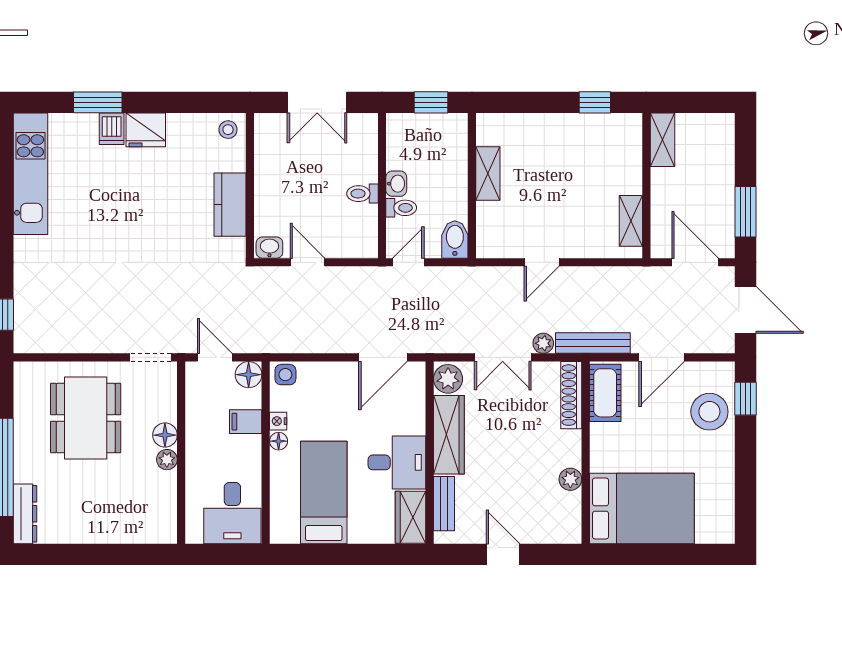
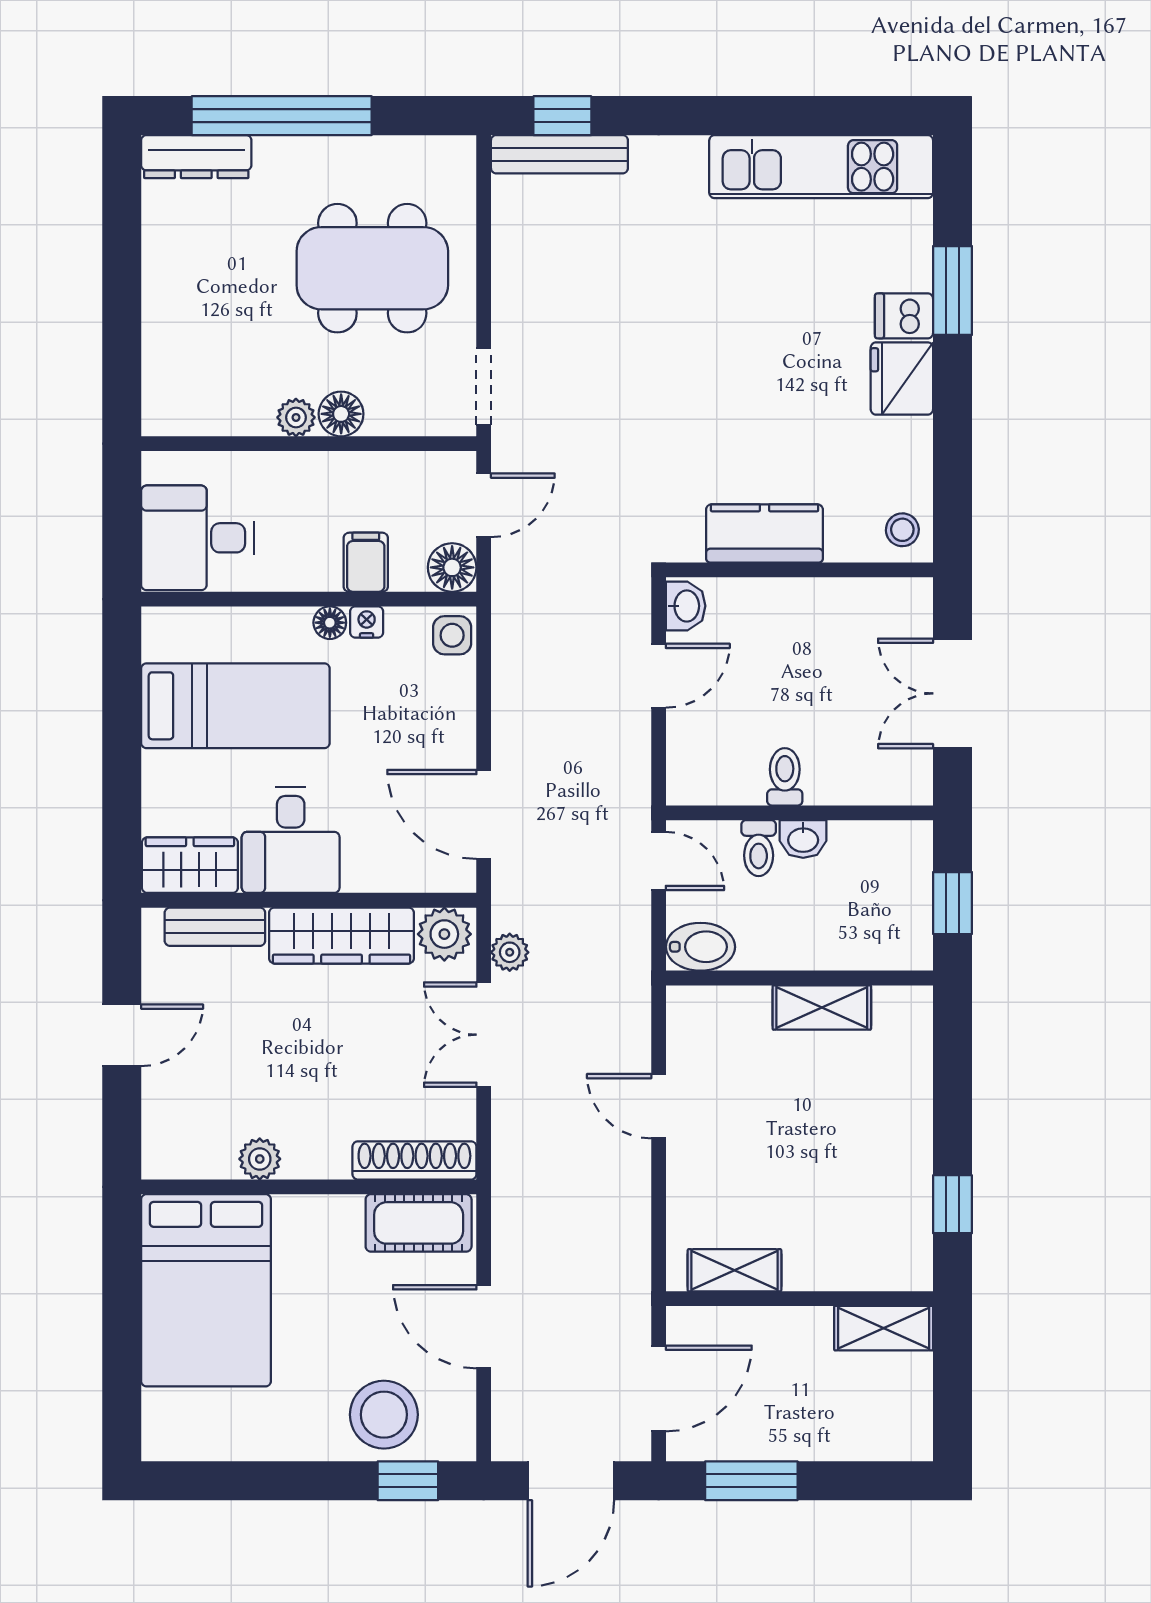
plant: (543, 343) -> (510, 952), moved
bench: (593, 343) -> (559, 154), moved, turned 90

